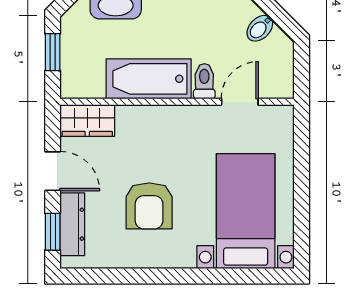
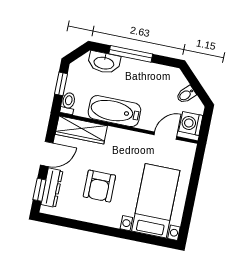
washing machine: (277, 74) -> (191, 123), added
toilet: (204, 81) -> (68, 103), moved
wardrobe: (87, 121) -> (81, 130), width x1.50
door: (53, 171) -> (47, 154), hinge flipped

